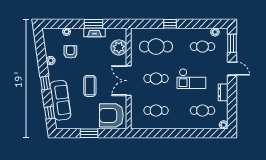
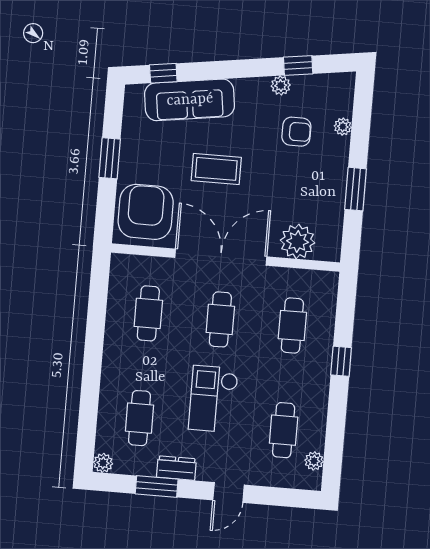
fireplace: (94, 32) -> (336, 189), removed
window: (232, 43) -> (157, 486), moved
cafe table: (156, 47) -> (292, 325), width x0.73, depth x0.74
double door: (129, 81) -> (221, 257), width x1.36
window: (45, 83) -> (298, 65), moved

